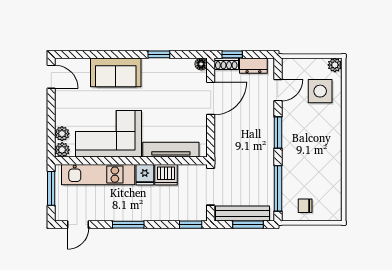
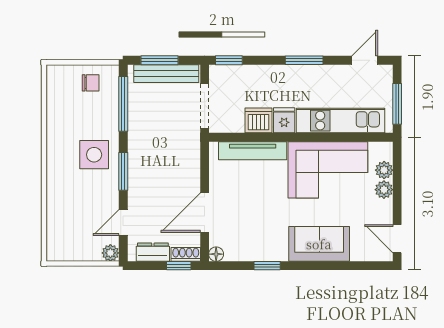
plant: (335, 65) -> (110, 253), moved
side table: (320, 91) -> (94, 155), moved
plant: (62, 150) -> (384, 190), moved

